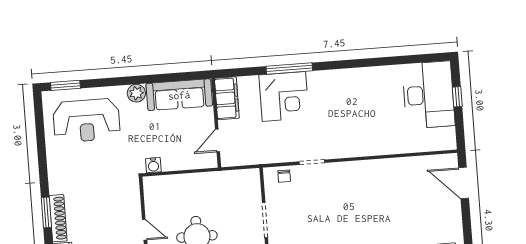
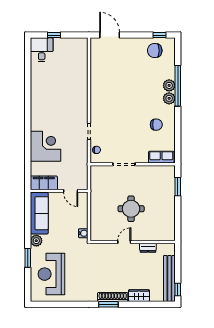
window: (289, 68) -> (28, 141), removed
window: (65, 85) -> (28, 258), moved
desk: (428, 95) -> (42, 50), width x0.53, depth x0.77
reception desk: (86, 121) -> (51, 274), turned 180
door: (464, 183) -> (110, 35), swing flipped

